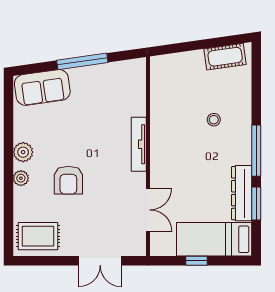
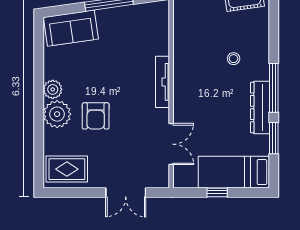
plant: (21, 178) -> (57, 114), width x1.88, depth x1.88
dresser: (242, 193) -> (260, 107), moved

